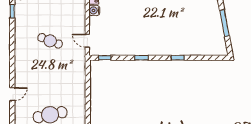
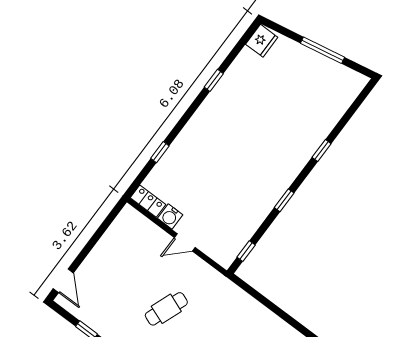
door: (87, 41) -> (185, 242), moved

